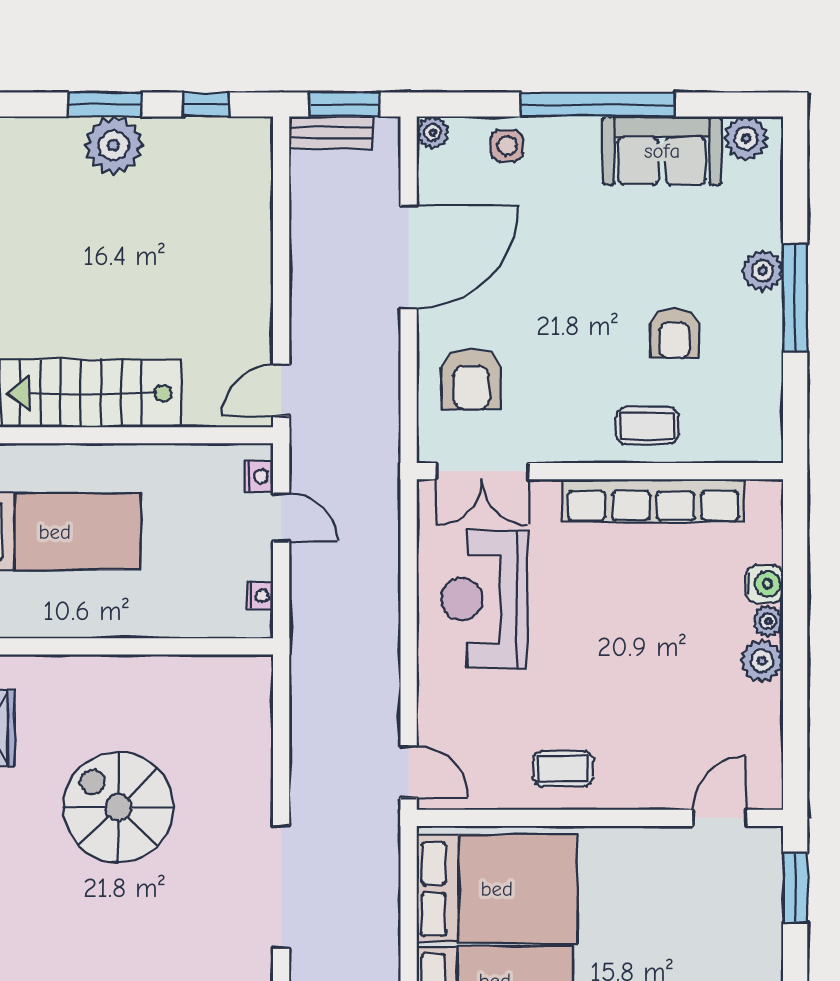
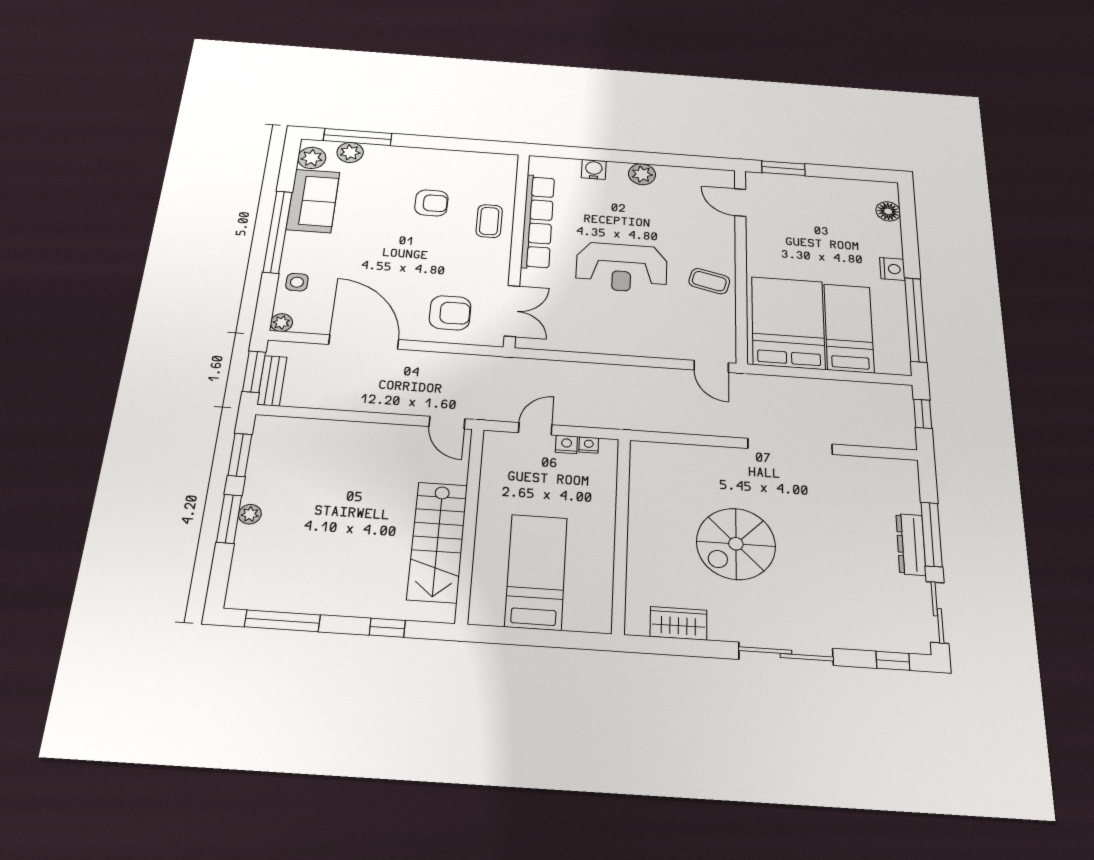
window: (206, 105) -> (240, 455), width x1.50
plant: (114, 145) -> (250, 514), width x0.53, depth x0.53
plant: (763, 271) -> (350, 152), moved
window: (795, 297) -> (358, 137), moved
nightstand: (259, 476) -> (566, 444), moved
reception desk: (484, 599) -> (622, 267), moved
plant: (768, 621) -> (617, 169), removed
coffee table: (563, 769) -> (709, 281), turned -76
door: (409, 772) -> (711, 366), swing flipped

